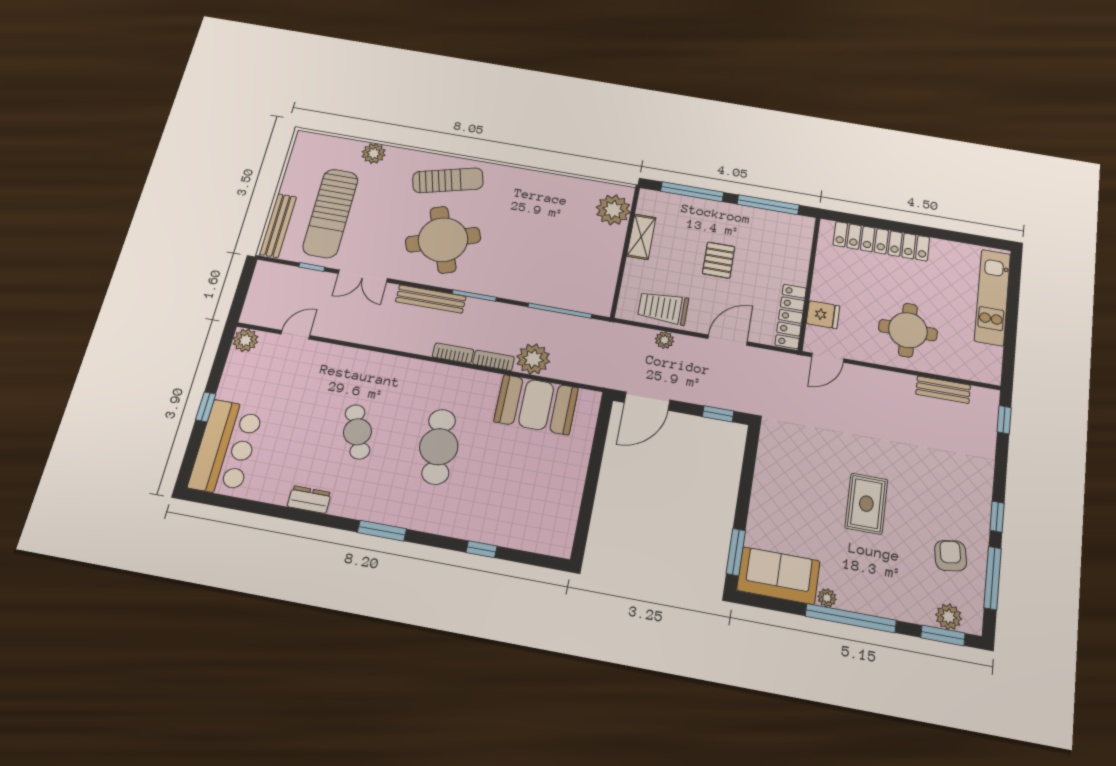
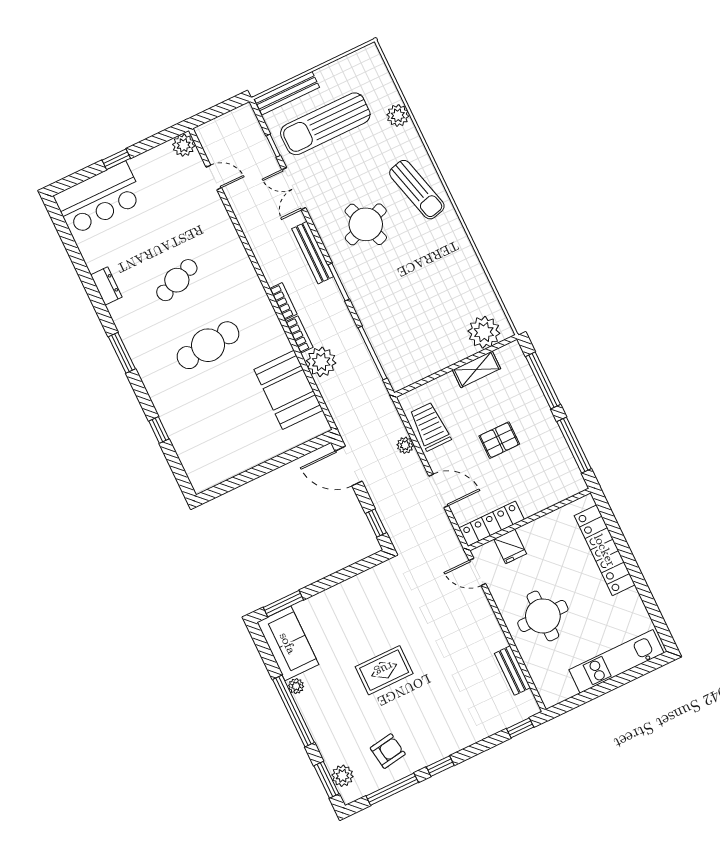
round table: (443, 240) -> (366, 224), width x0.73, depth x0.73

